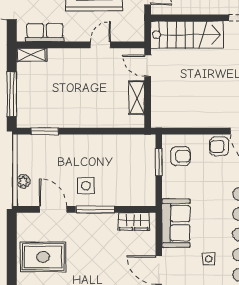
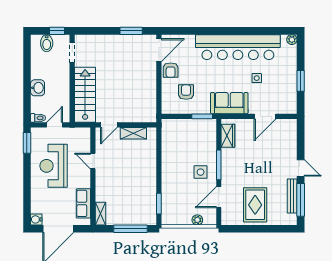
armchair: (181, 156) -> (186, 92), moved
window: (159, 162) -> (202, 116), moved

